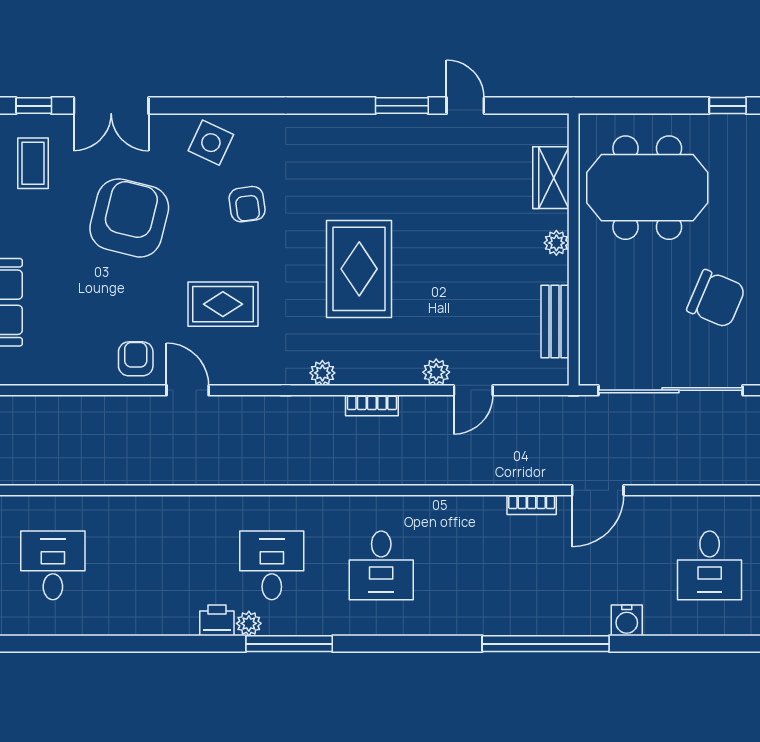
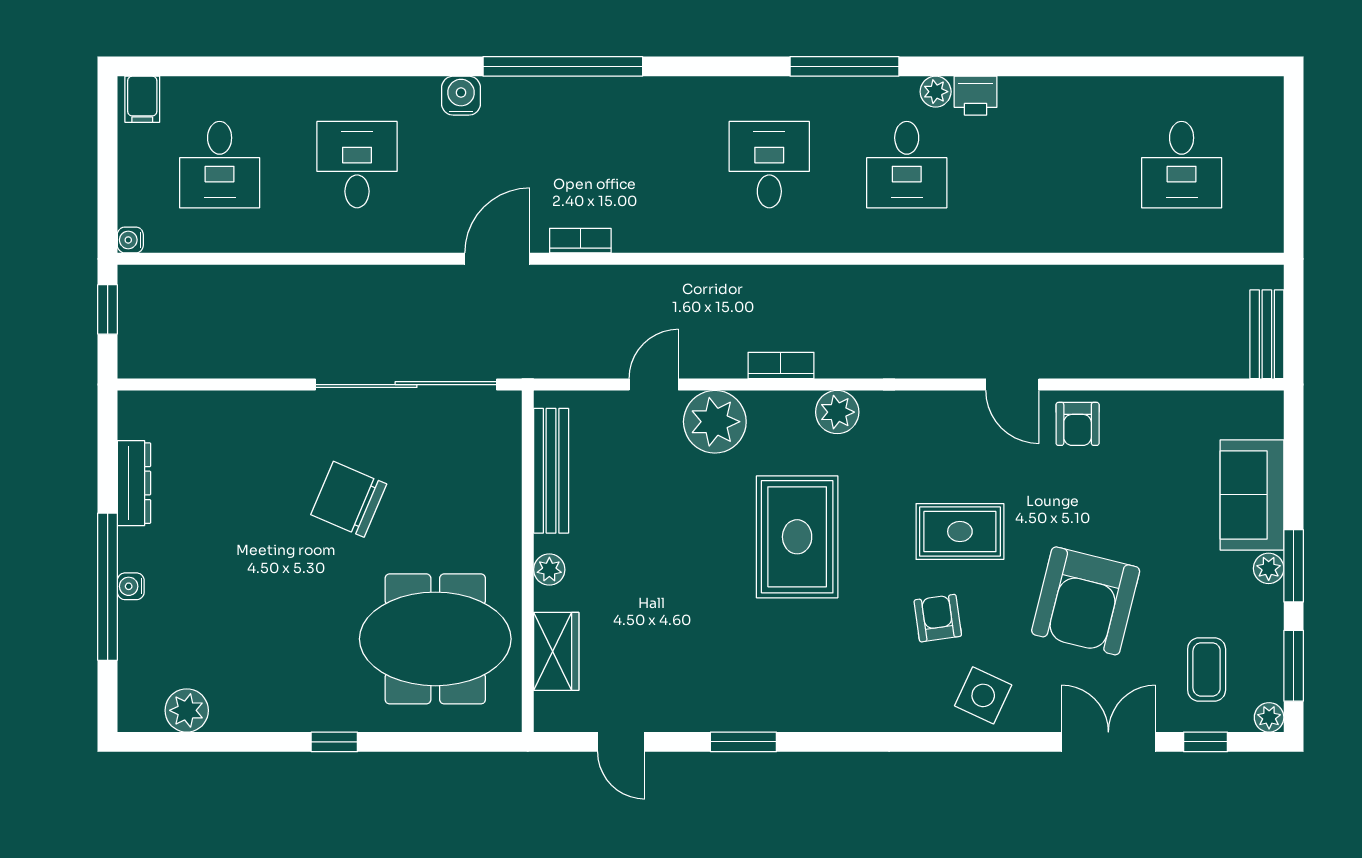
door: (465, 106) -> (621, 742), moved
rug: (223, 304) -> (960, 532), moved
bench: (555, 322) -> (551, 471), width x1.36
plant: (436, 372) -> (715, 422), width x1.88, depth x1.88
plant: (322, 373) -> (837, 412), width x1.38, depth x1.38
window: (289, 644) -> (844, 66), moved

